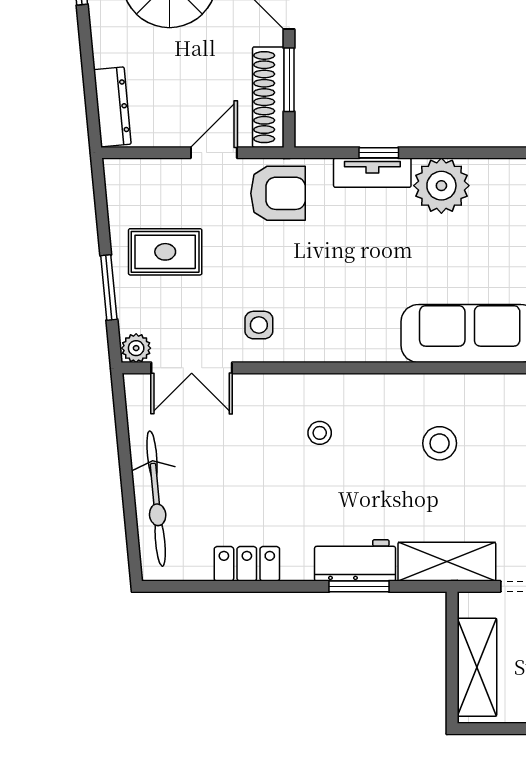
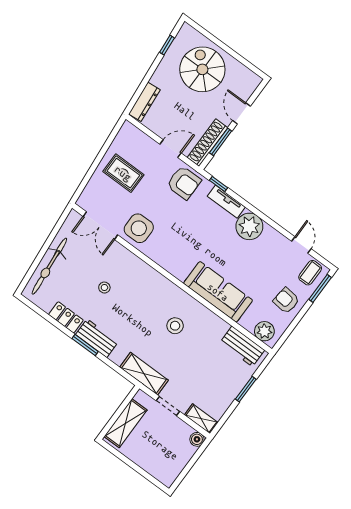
window: (379, 153) -> (219, 184), moved
window: (109, 288) -> (91, 171), removed
side table: (259, 325) -> (139, 228), width x1.87, depth x1.87
plant: (136, 348) -> (85, 202), removed
stool: (320, 433) -> (104, 288), moved
workbench: (355, 560) -> (97, 338), moved
window: (359, 586) -> (85, 345), moved

